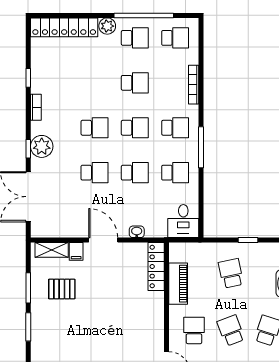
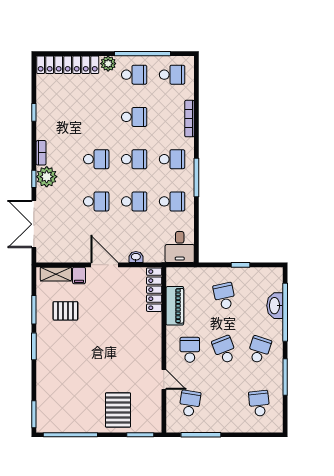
bookcase: (36, 107) -> (41, 153), moved

